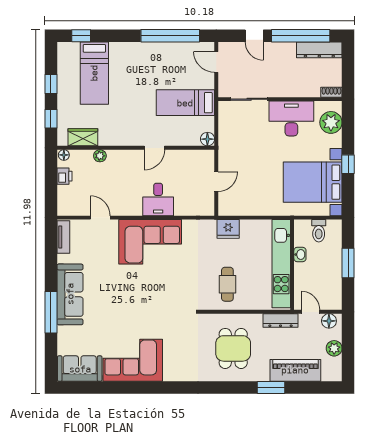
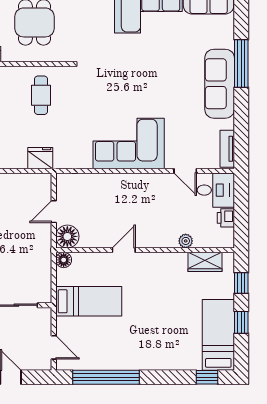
bed: (94, 73) -> (218, 335), moved
floor lamp: (64, 155) -> (67, 236), moved, width x1.89, depth x1.89
desk: (158, 199) -> (216, 190), moved, turned 90

